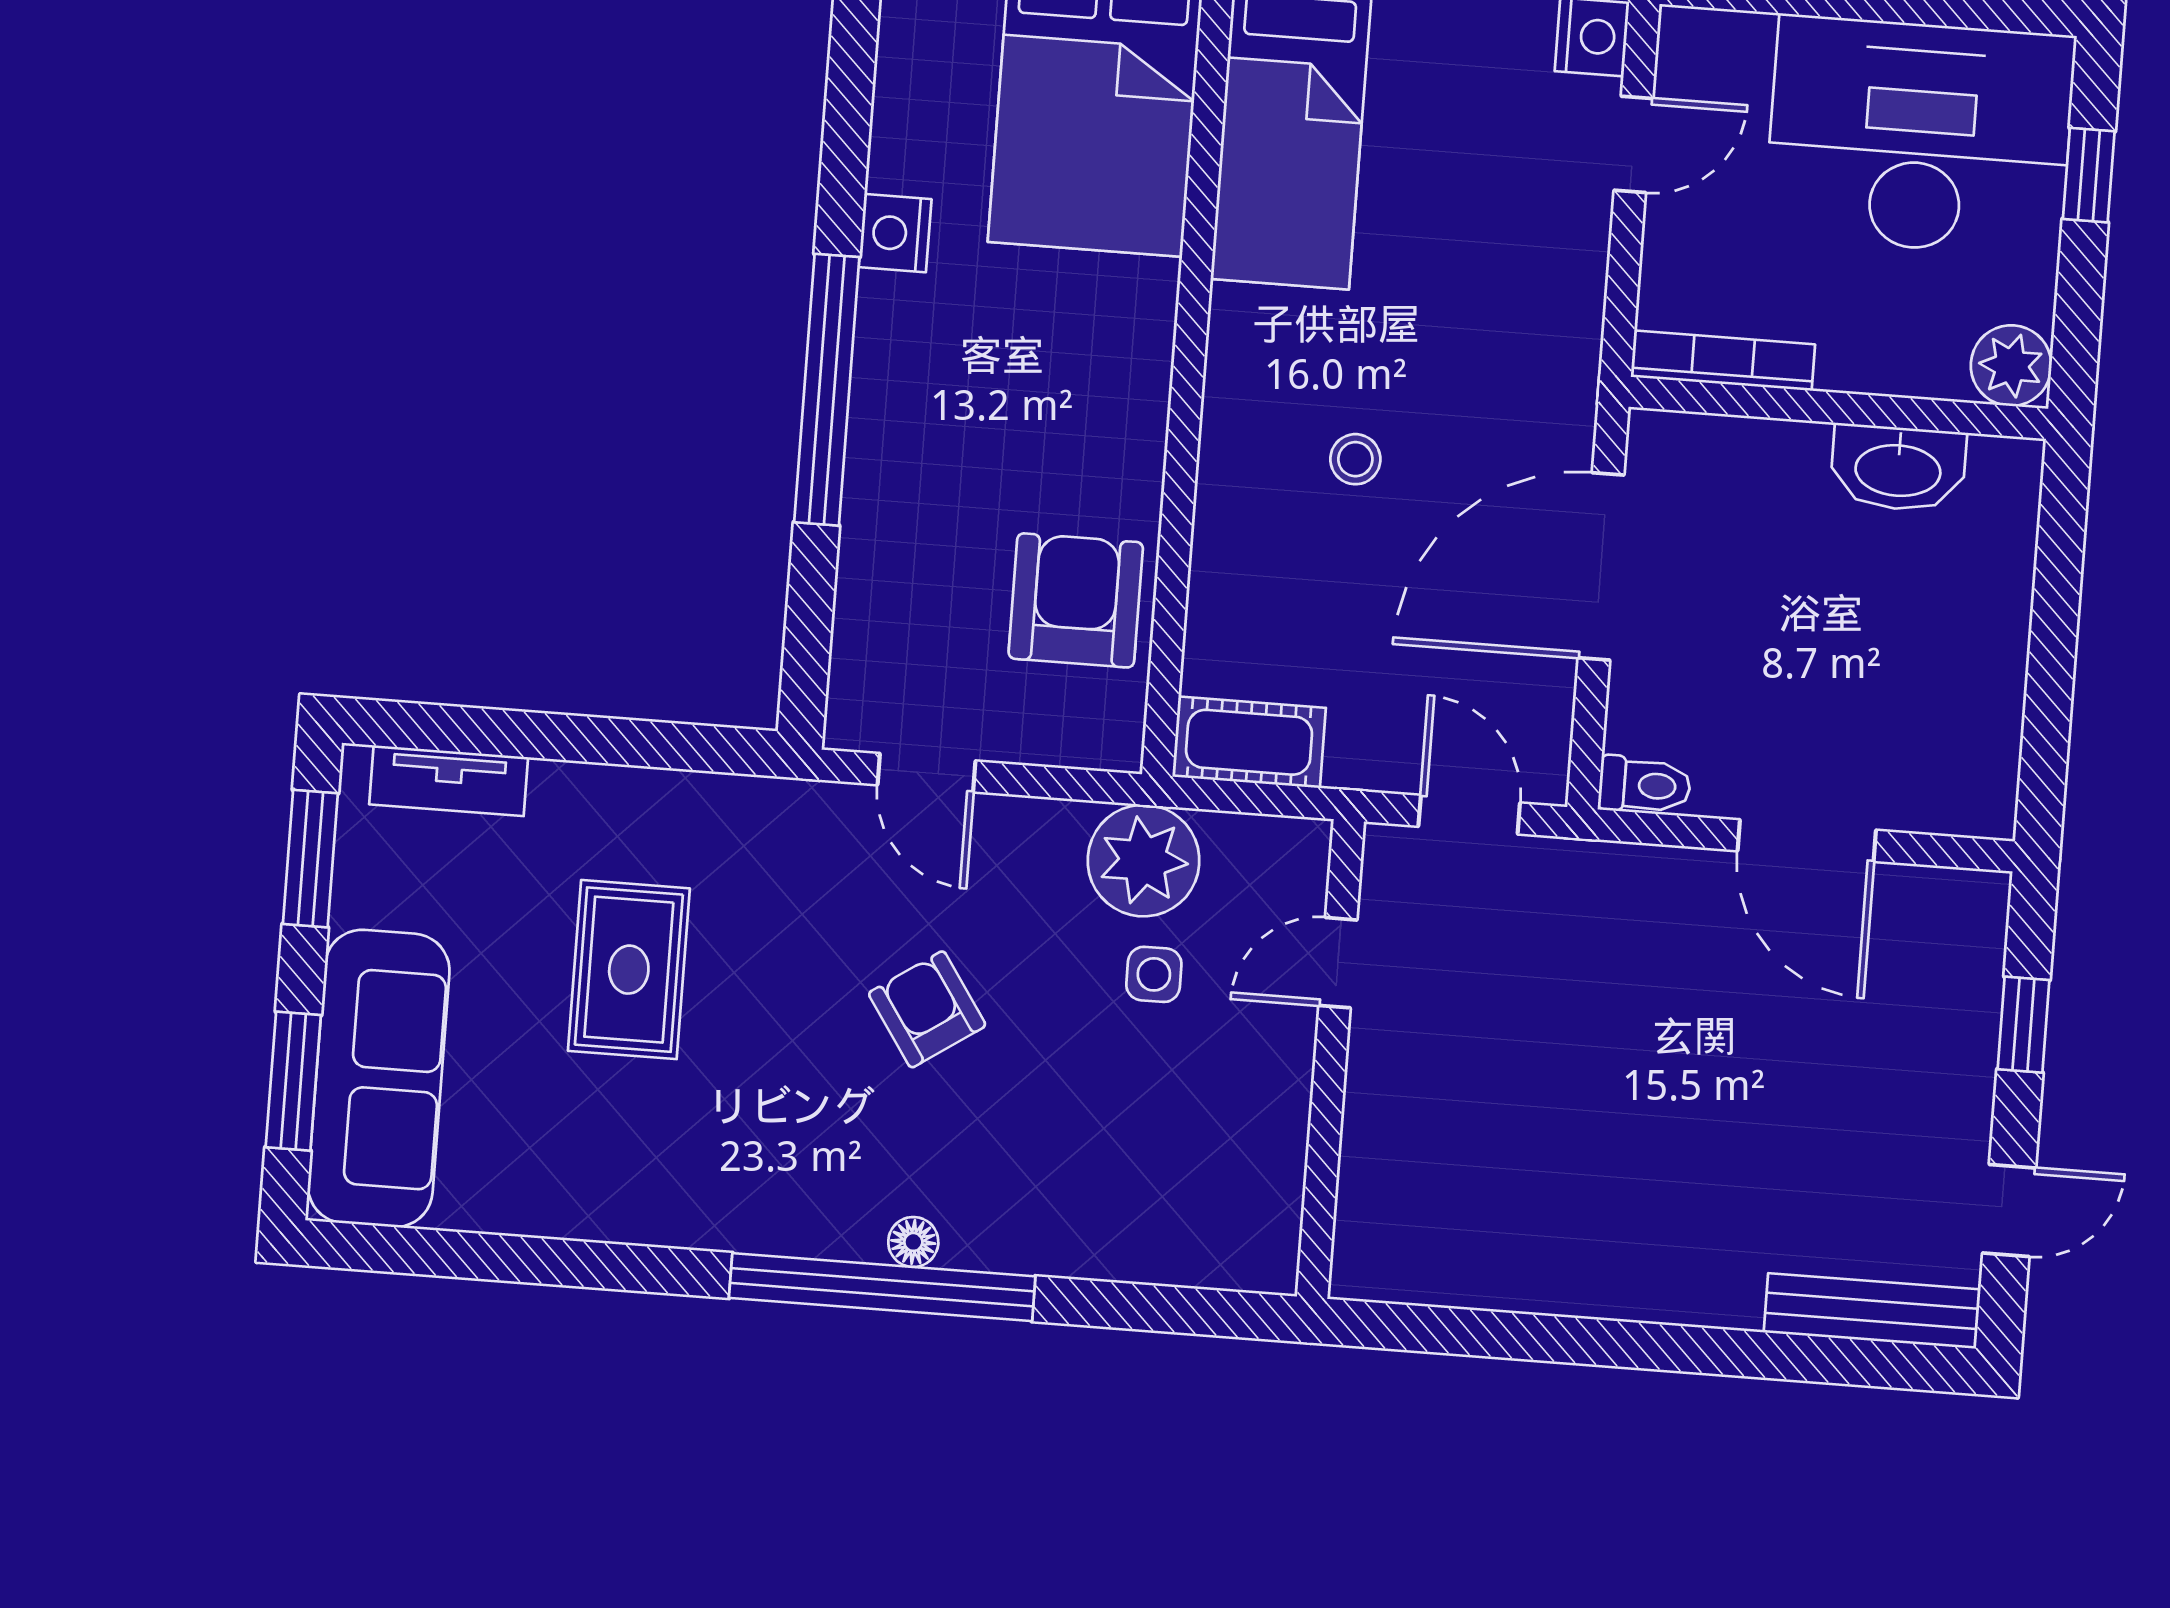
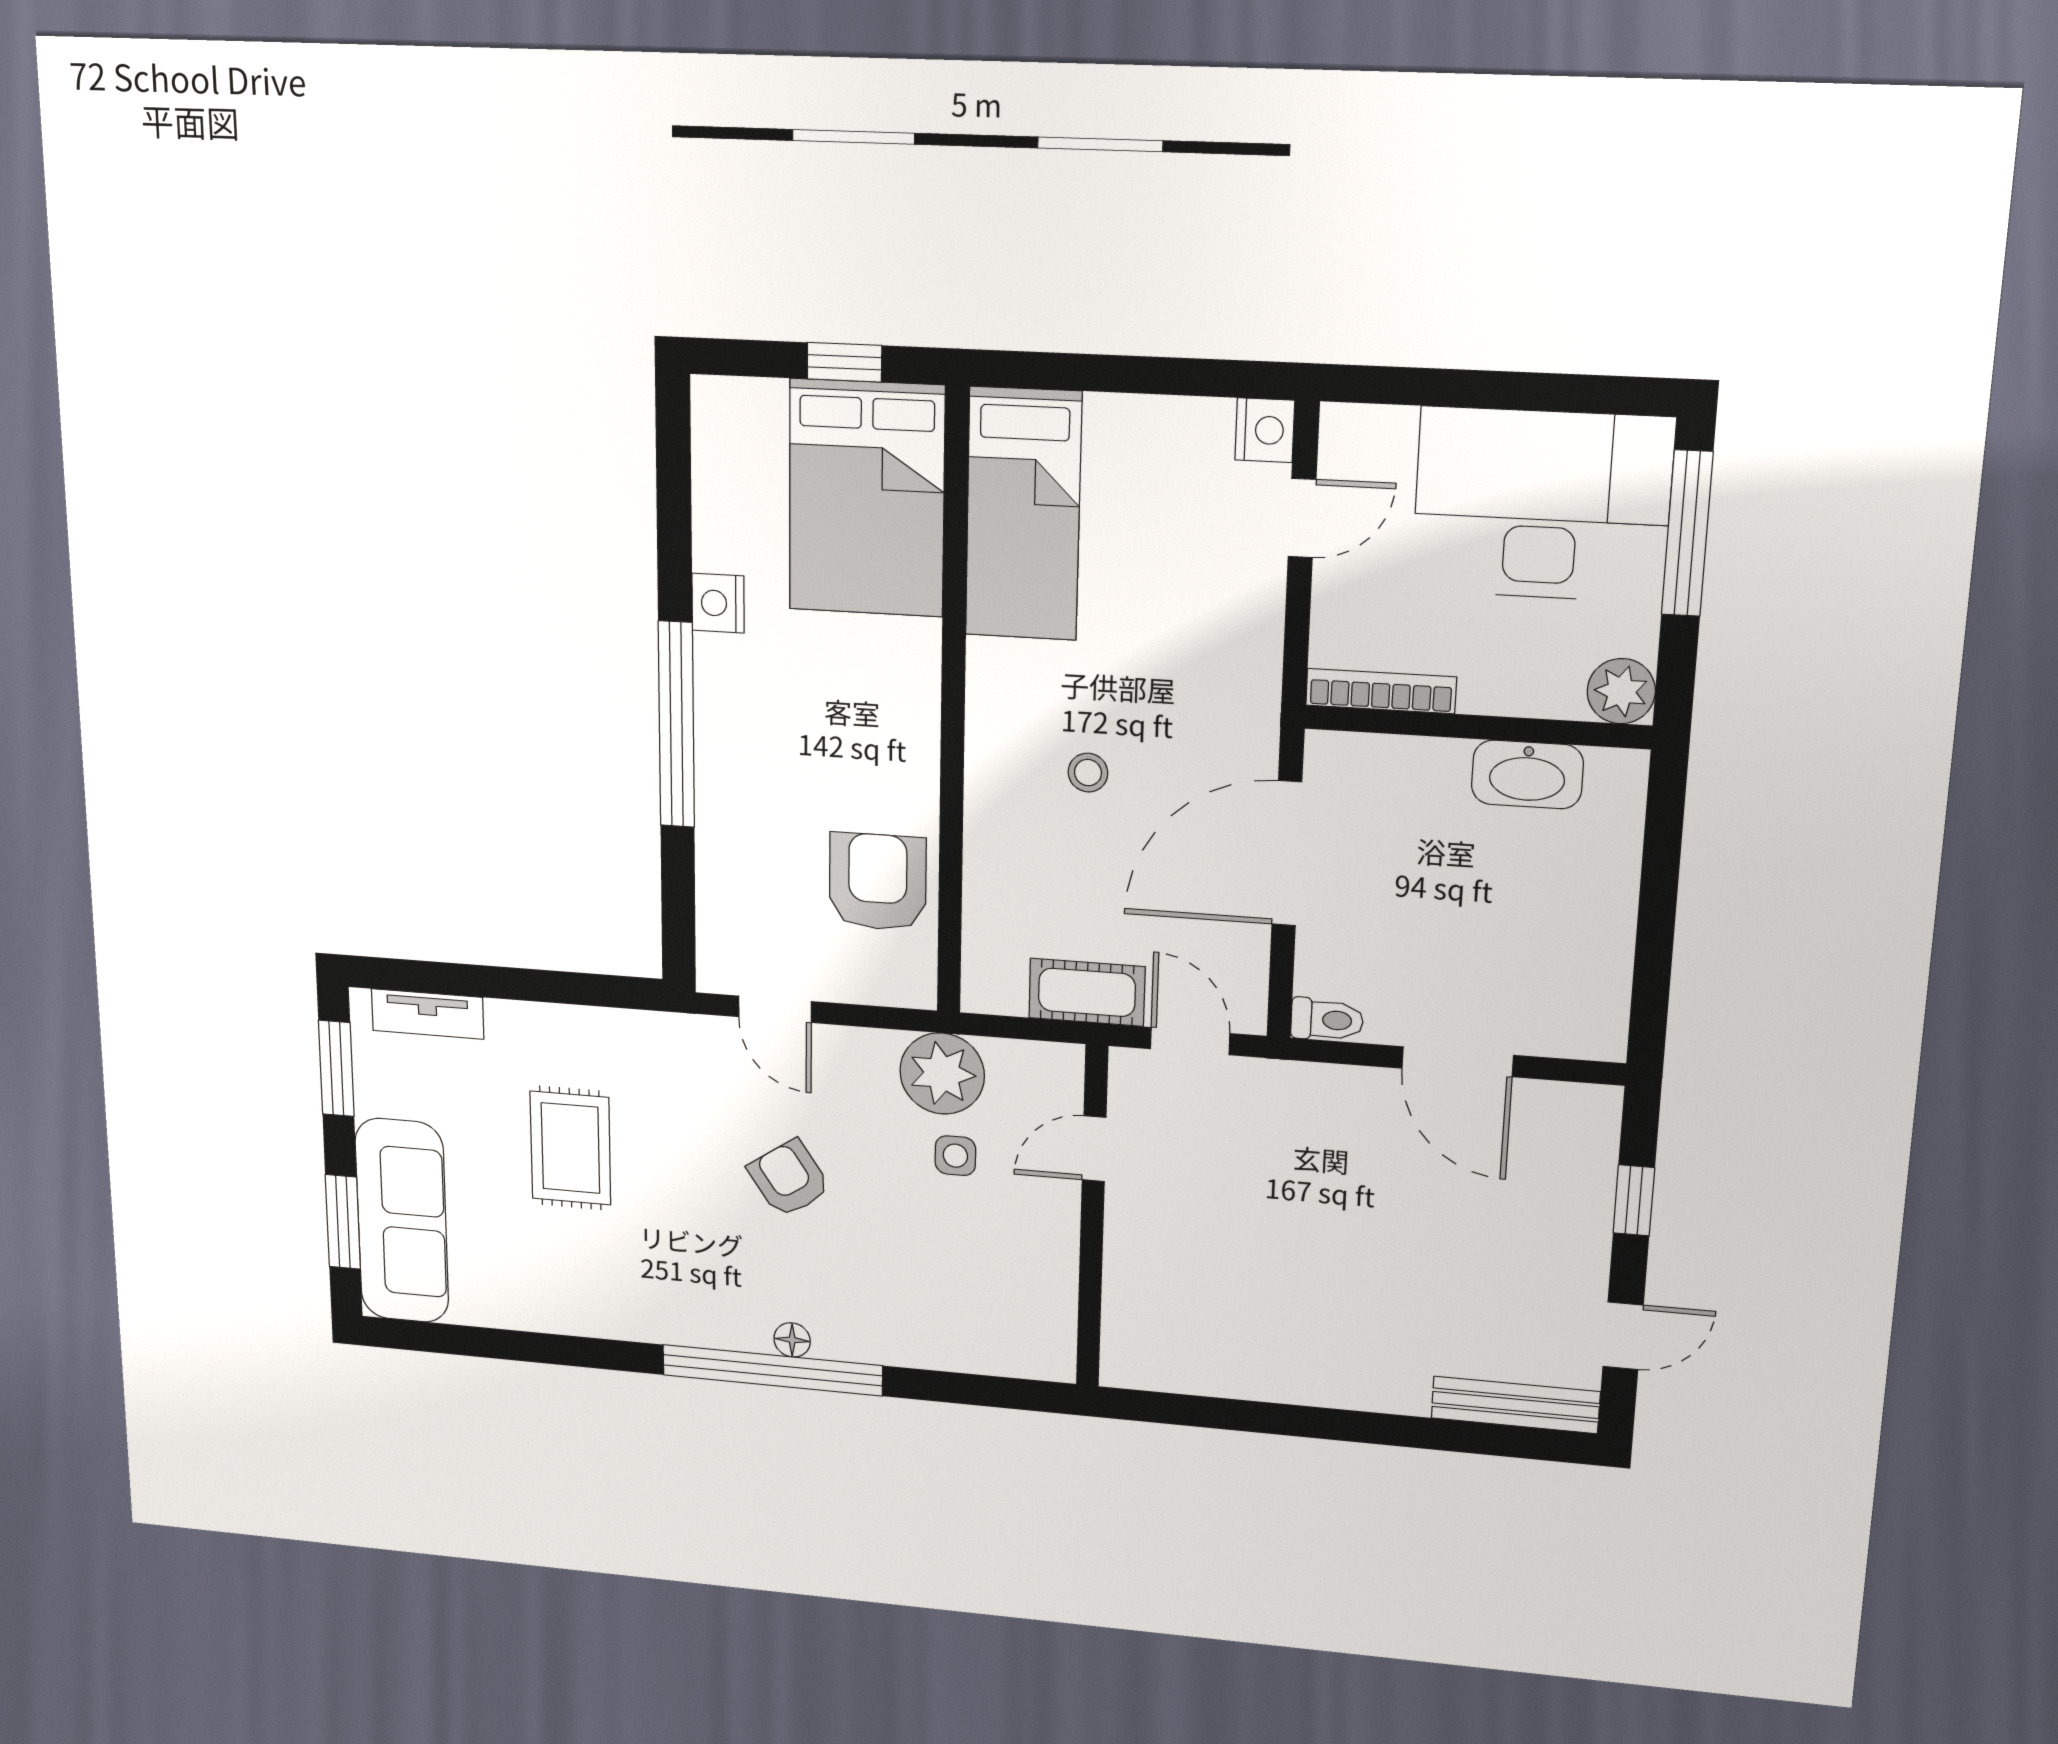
window: (2089, 175) -> (1687, 534), width x2.17
cot: (1249, 742) -> (1087, 992), moved

